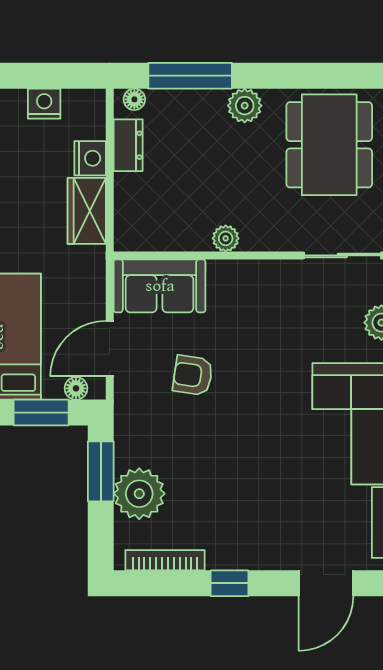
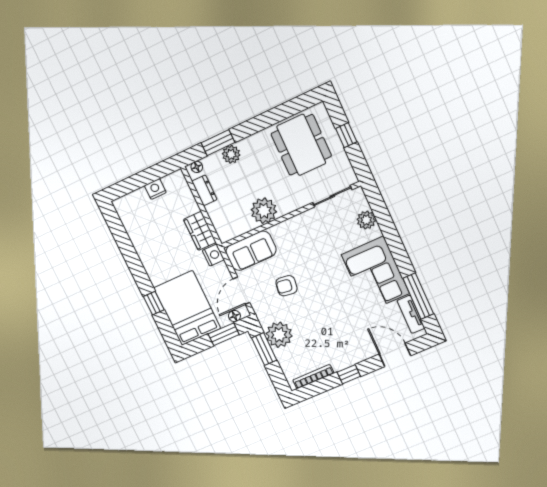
window: (190, 76) -> (218, 143), width x0.69
plant: (245, 106) -> (231, 154), moved
nightstand: (90, 158) -> (213, 255), moved
plant: (226, 238) -> (264, 211), width x1.87, depth x1.87
plant: (139, 494) -> (279, 335), moved
door: (326, 583) -> (395, 355), swing flipped

